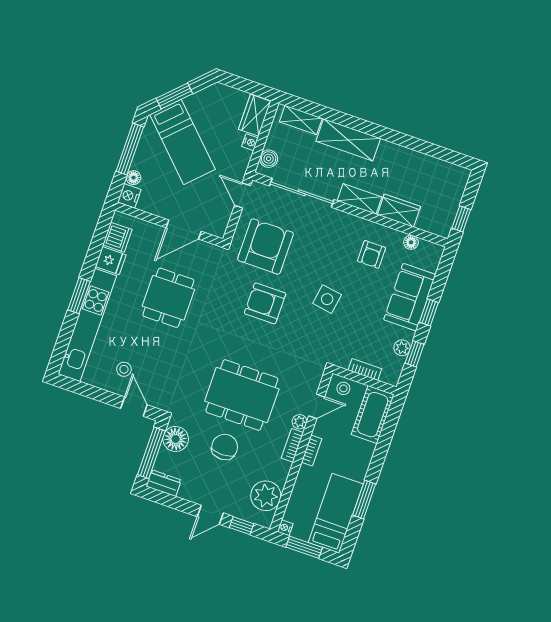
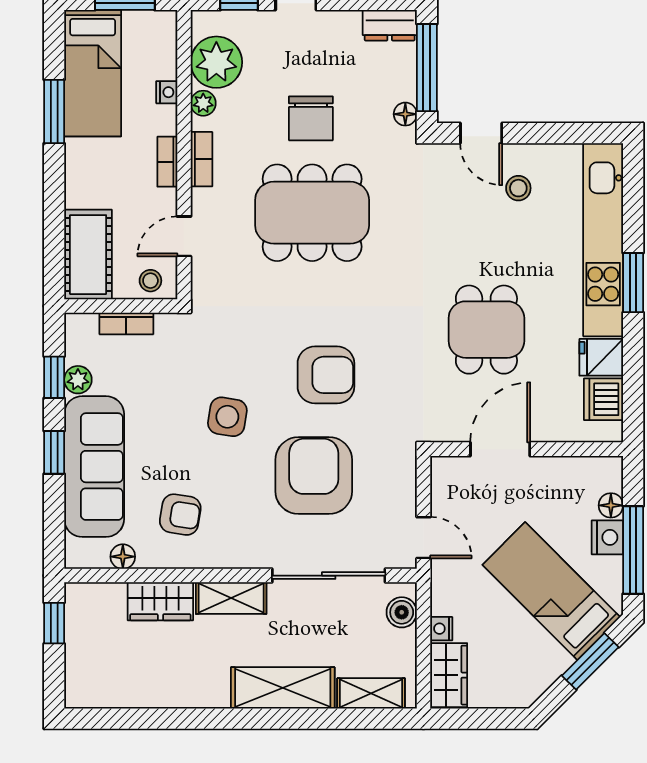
nightstand: (129, 196) -> (607, 537), moved
armchair: (265, 246) -> (314, 476), moved, turned 180
armchair: (372, 254) -> (180, 515), turned 99
sofa: (410, 297) -> (94, 467), width x1.36
plant: (299, 422) -> (203, 103), moved
floor lamp: (176, 439) -> (405, 114), width x0.53, depth x0.53
nightstand: (285, 528) -> (167, 92), moved

